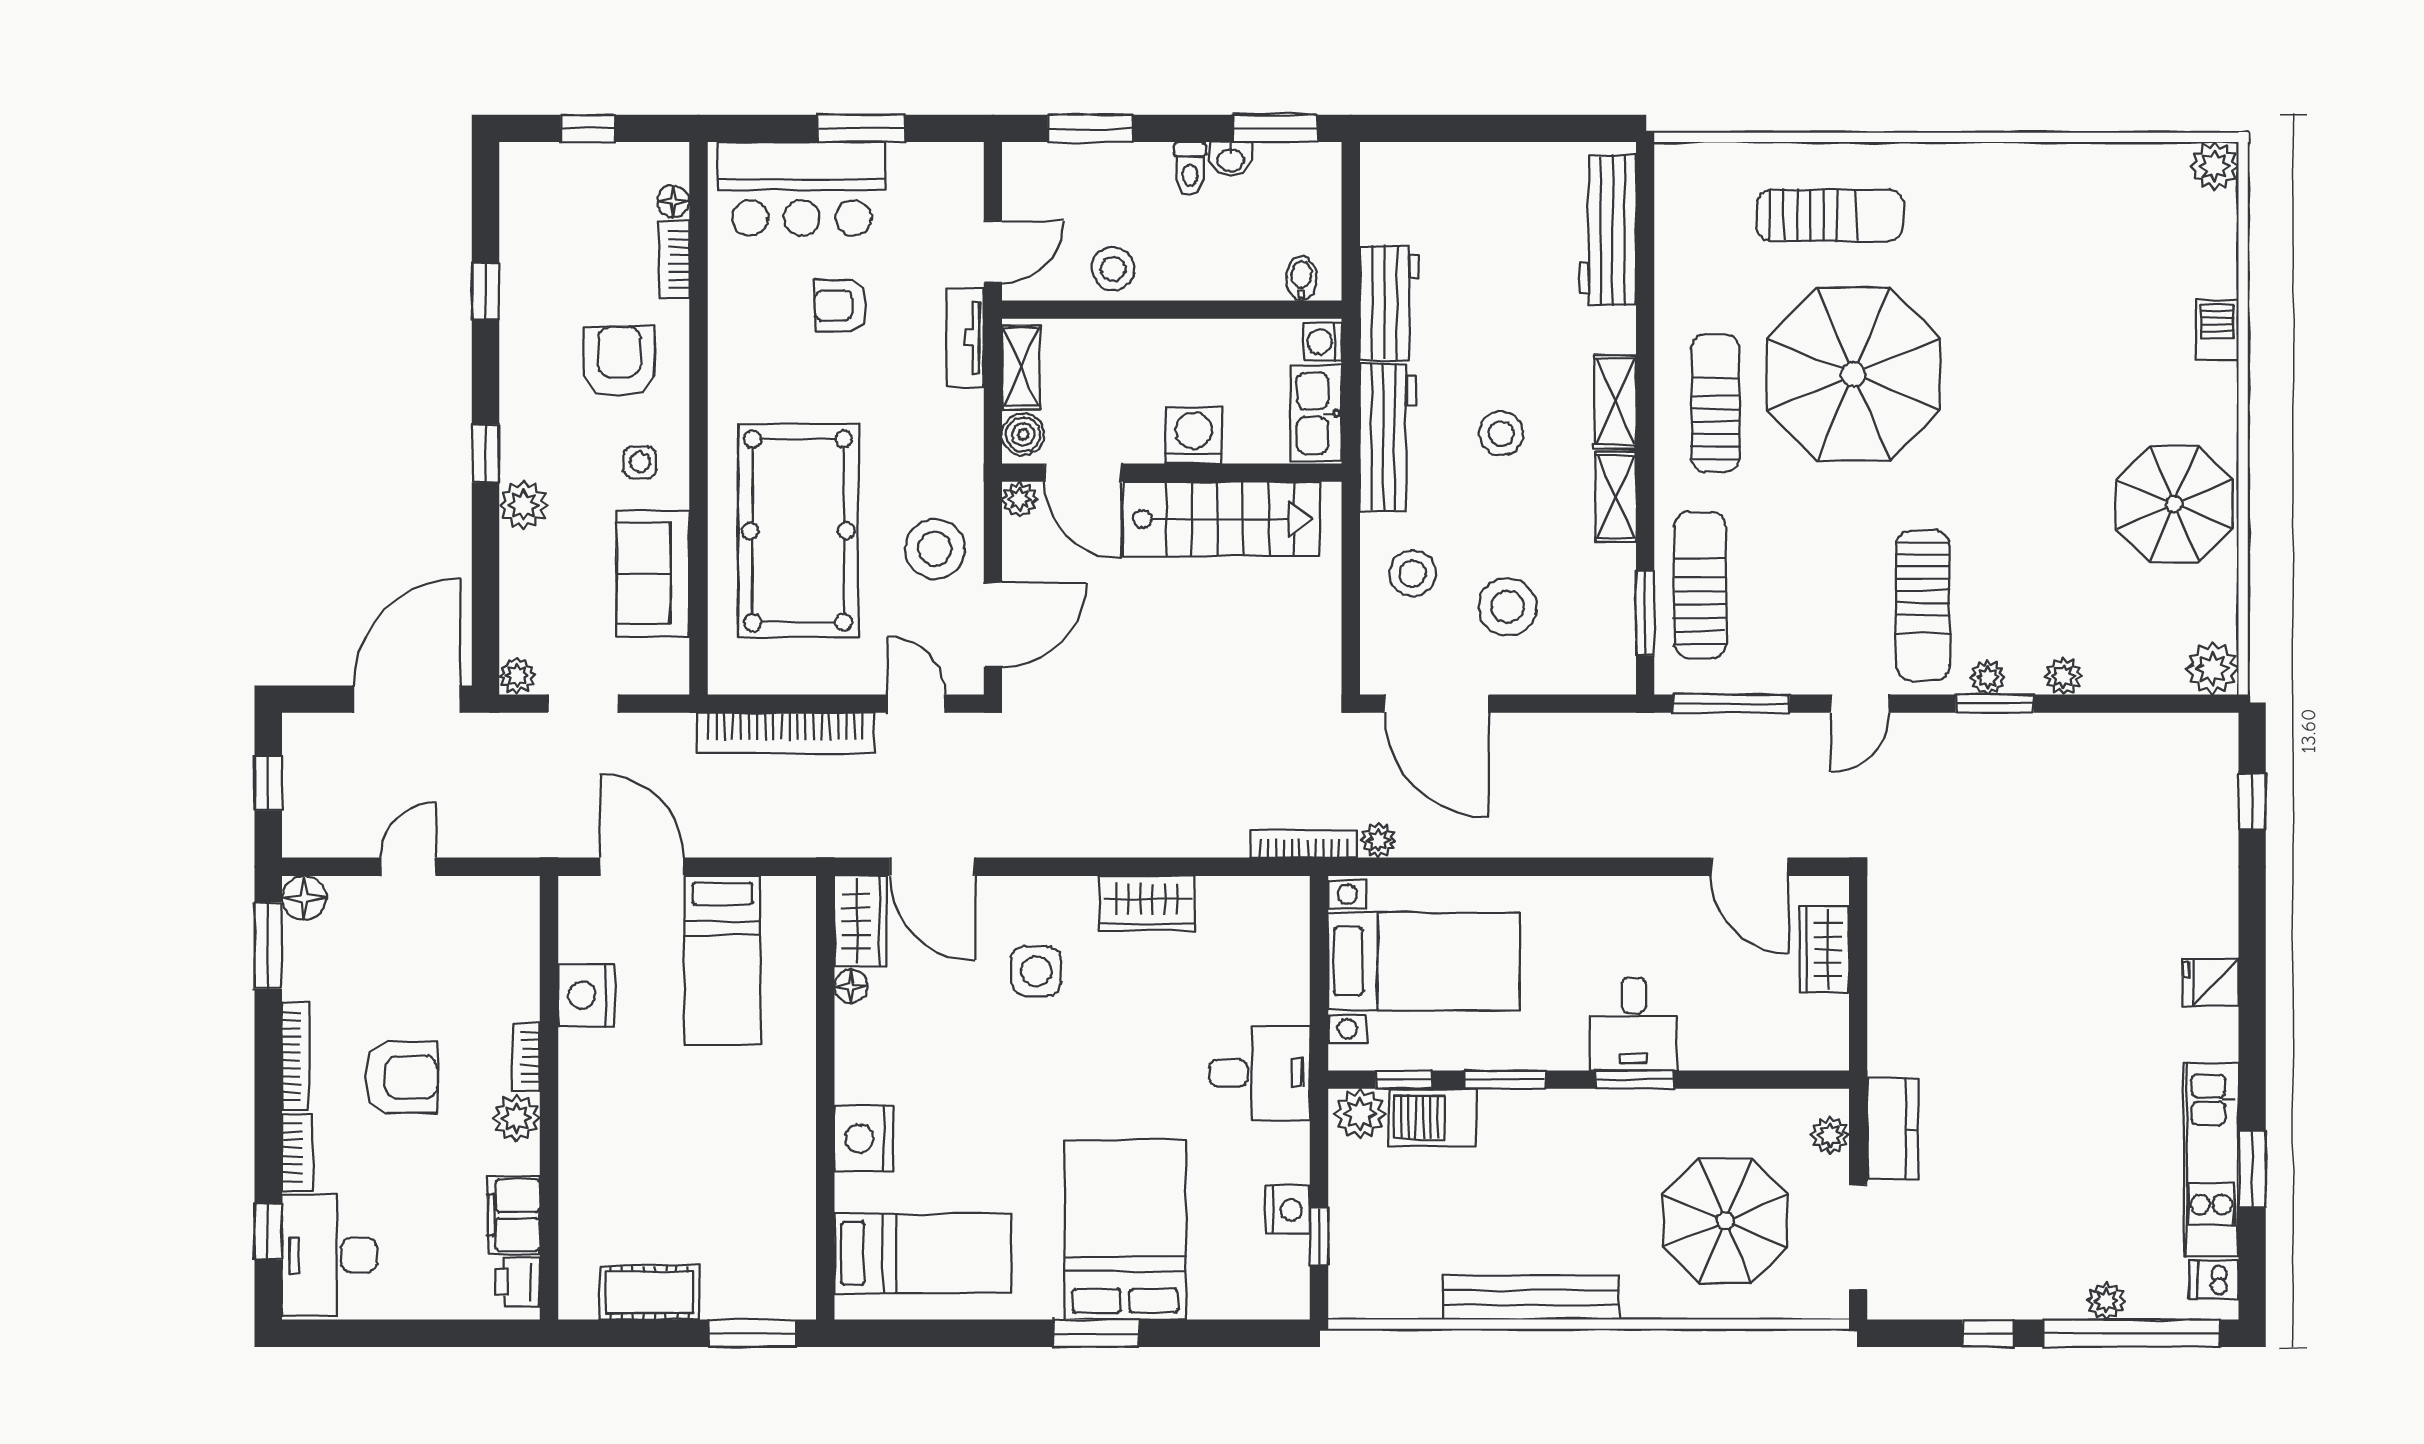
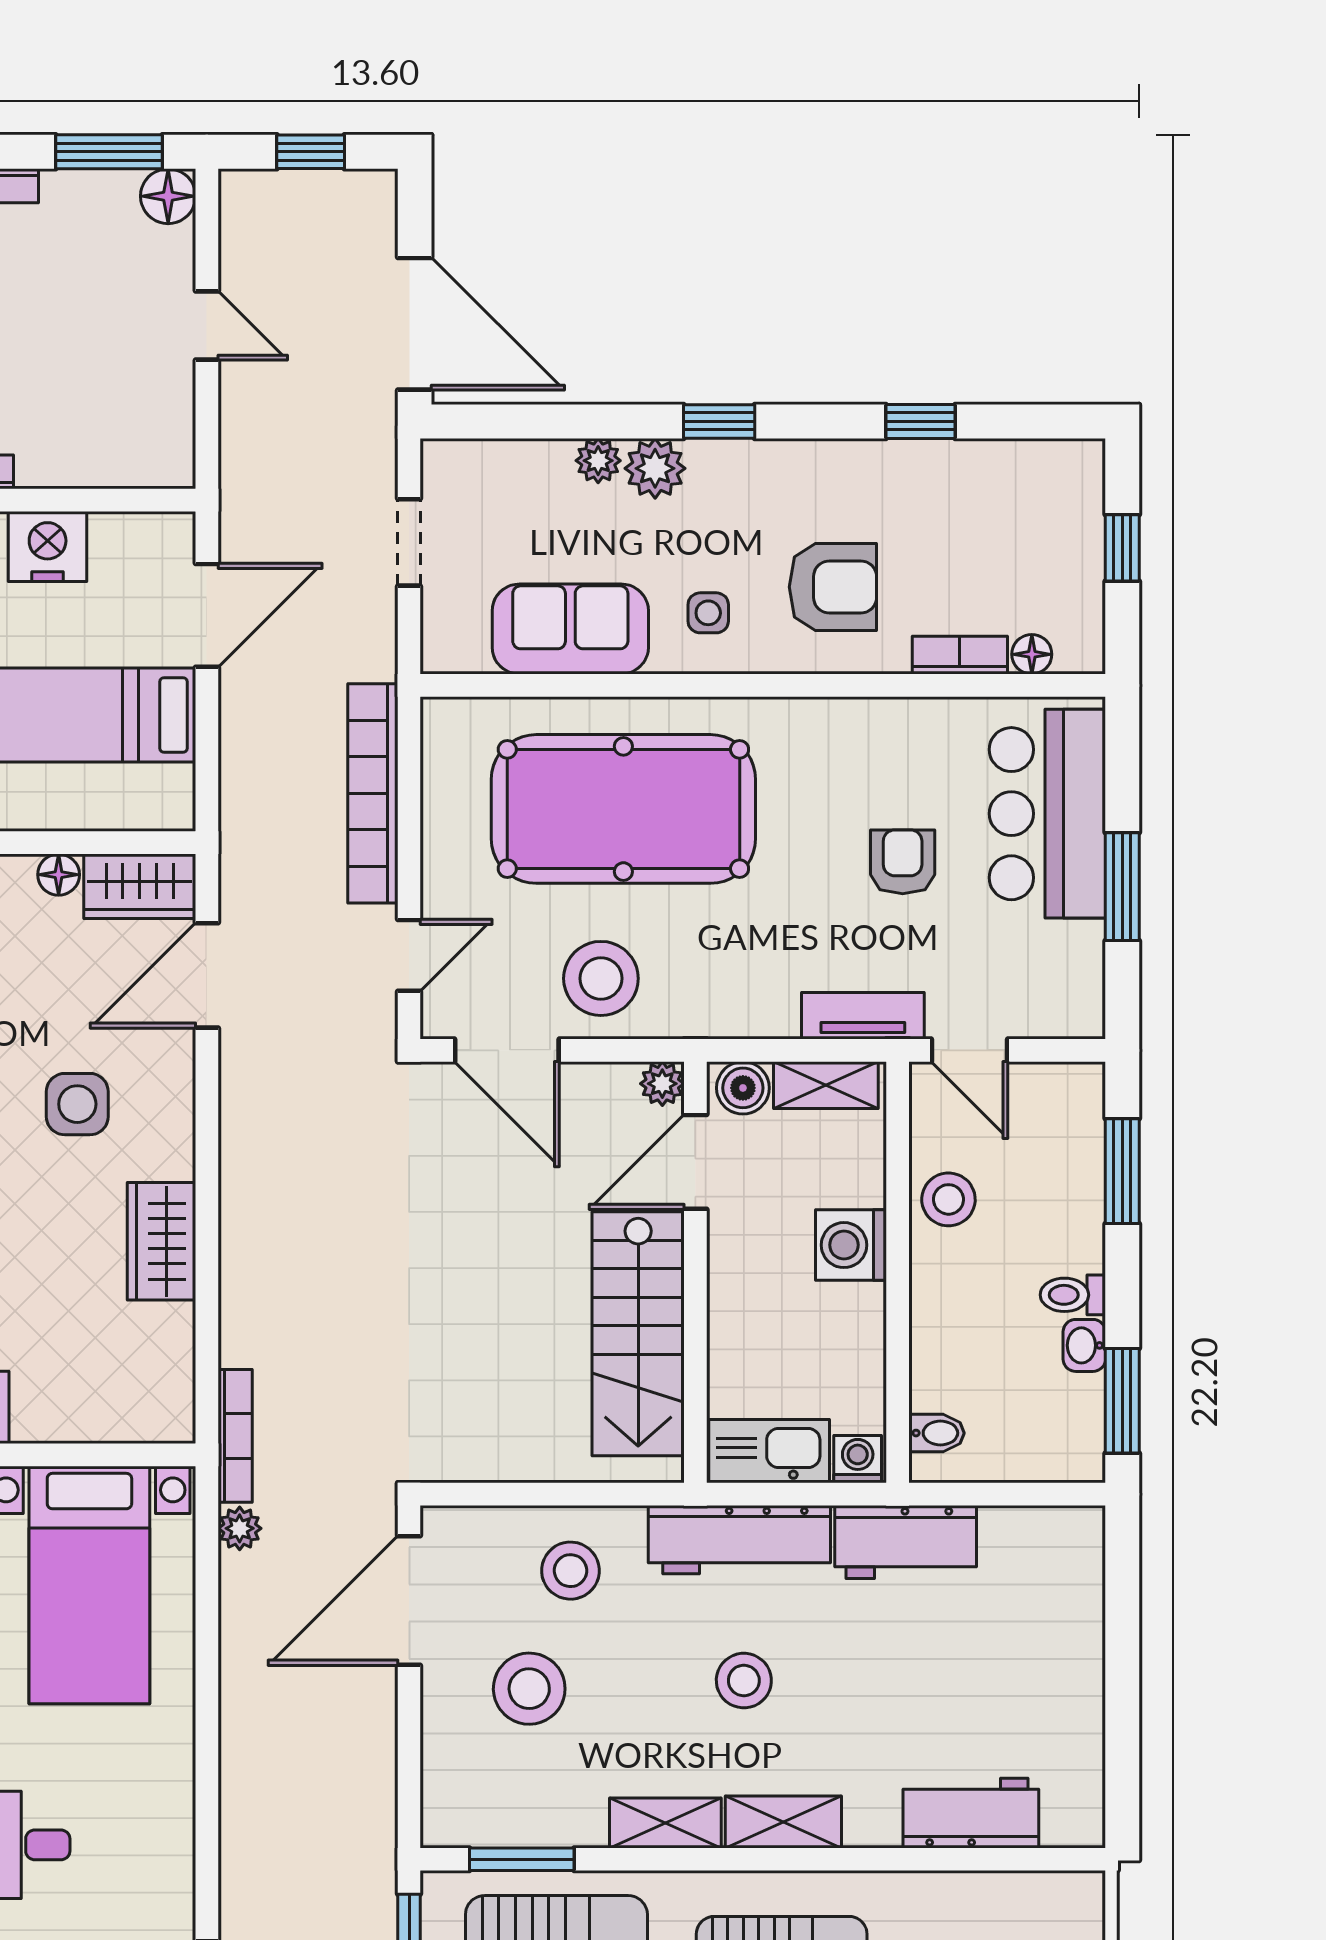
workbench: (1608, 230) -> (971, 1813), width x0.73
washing machine: (1194, 435) -> (851, 1245), moved, turned 180
plant: (517, 676) -> (598, 461), moved

